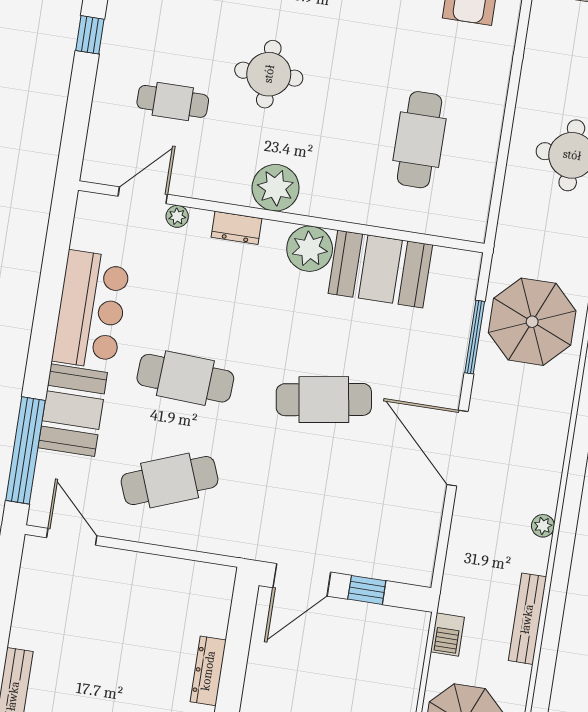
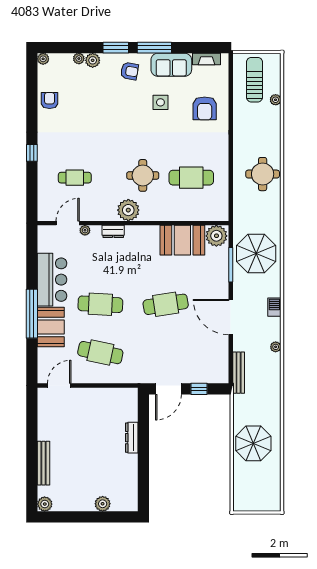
round table: (269, 74) -> (143, 175), moved
cafe table: (420, 140) -> (191, 178), turned 90
plant: (310, 249) -> (216, 236), moved
window: (26, 450) -> (32, 314), moved
cafe table: (170, 481) -> (100, 353), turned 33
door: (72, 537) -> (59, 385), hinge flipped
bench: (527, 619) -> (239, 373), moved
barbecue: (447, 635) -> (274, 307), moved, turned 180

